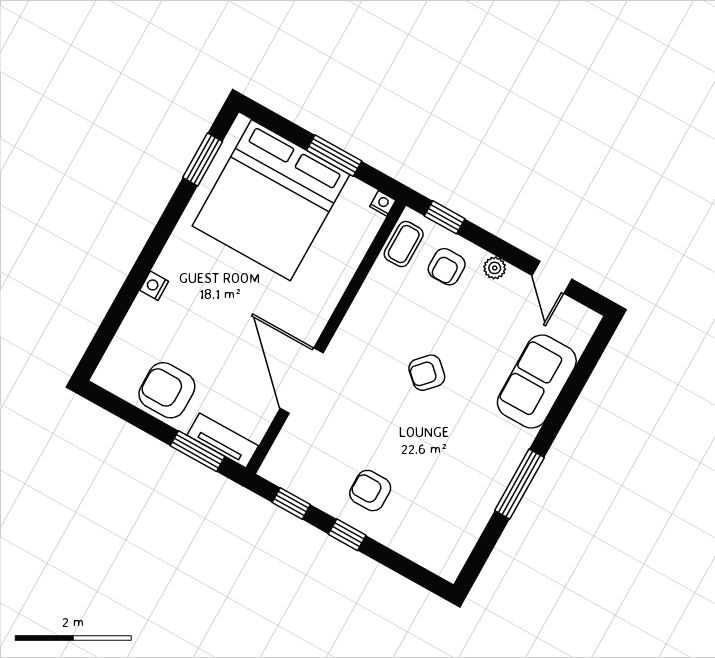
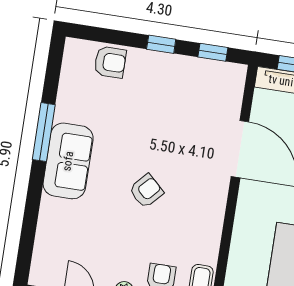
sofa: (537, 381) -> (68, 161), moved
armchair: (370, 491) -> (110, 62), moved

